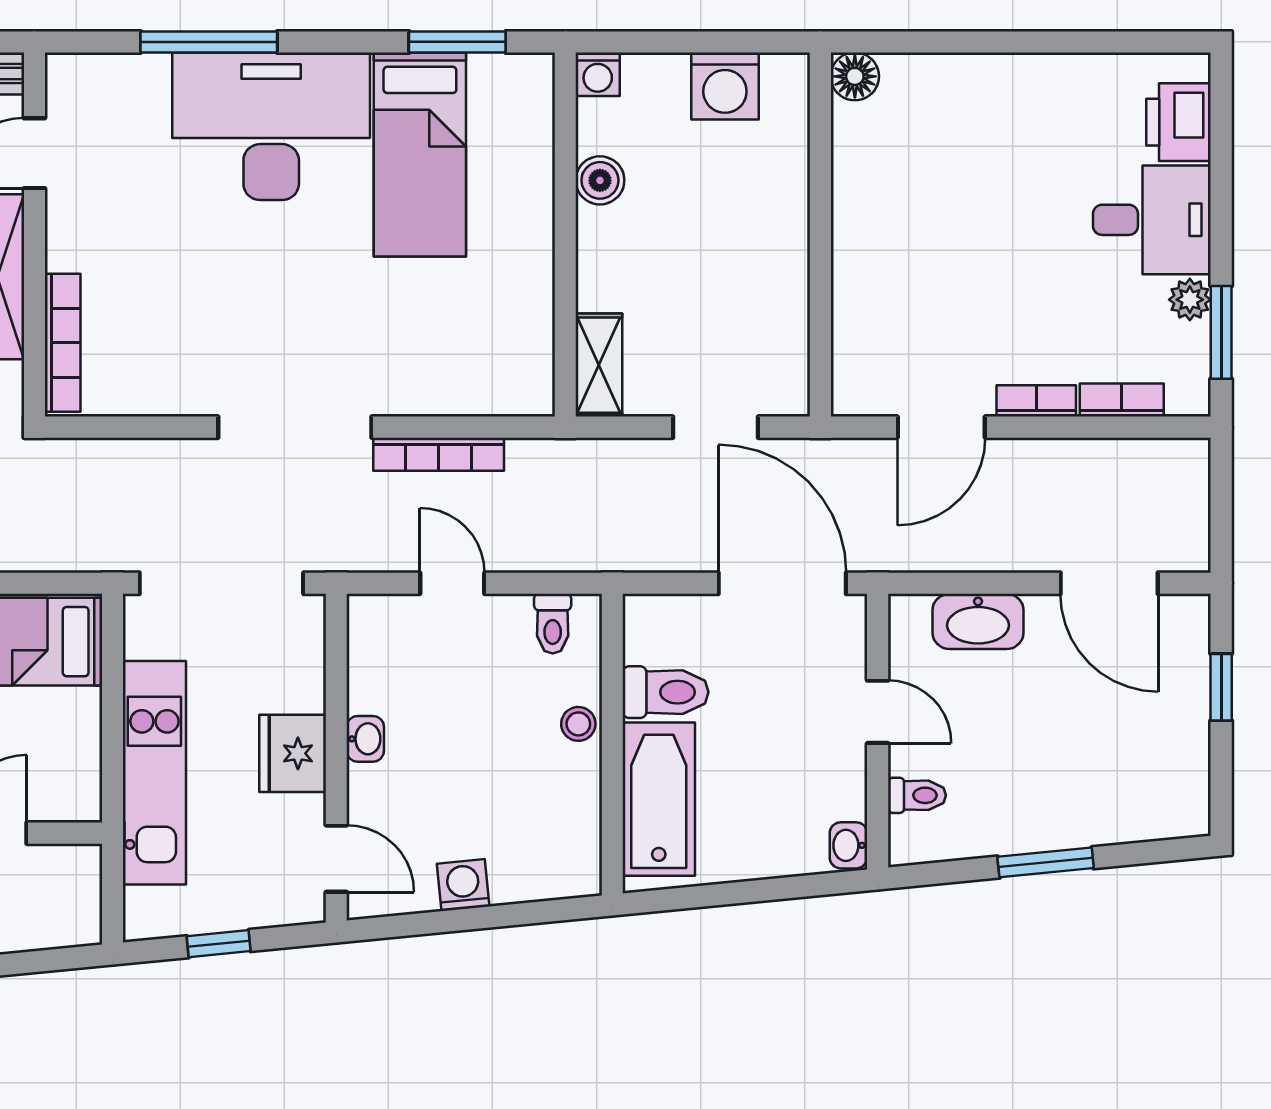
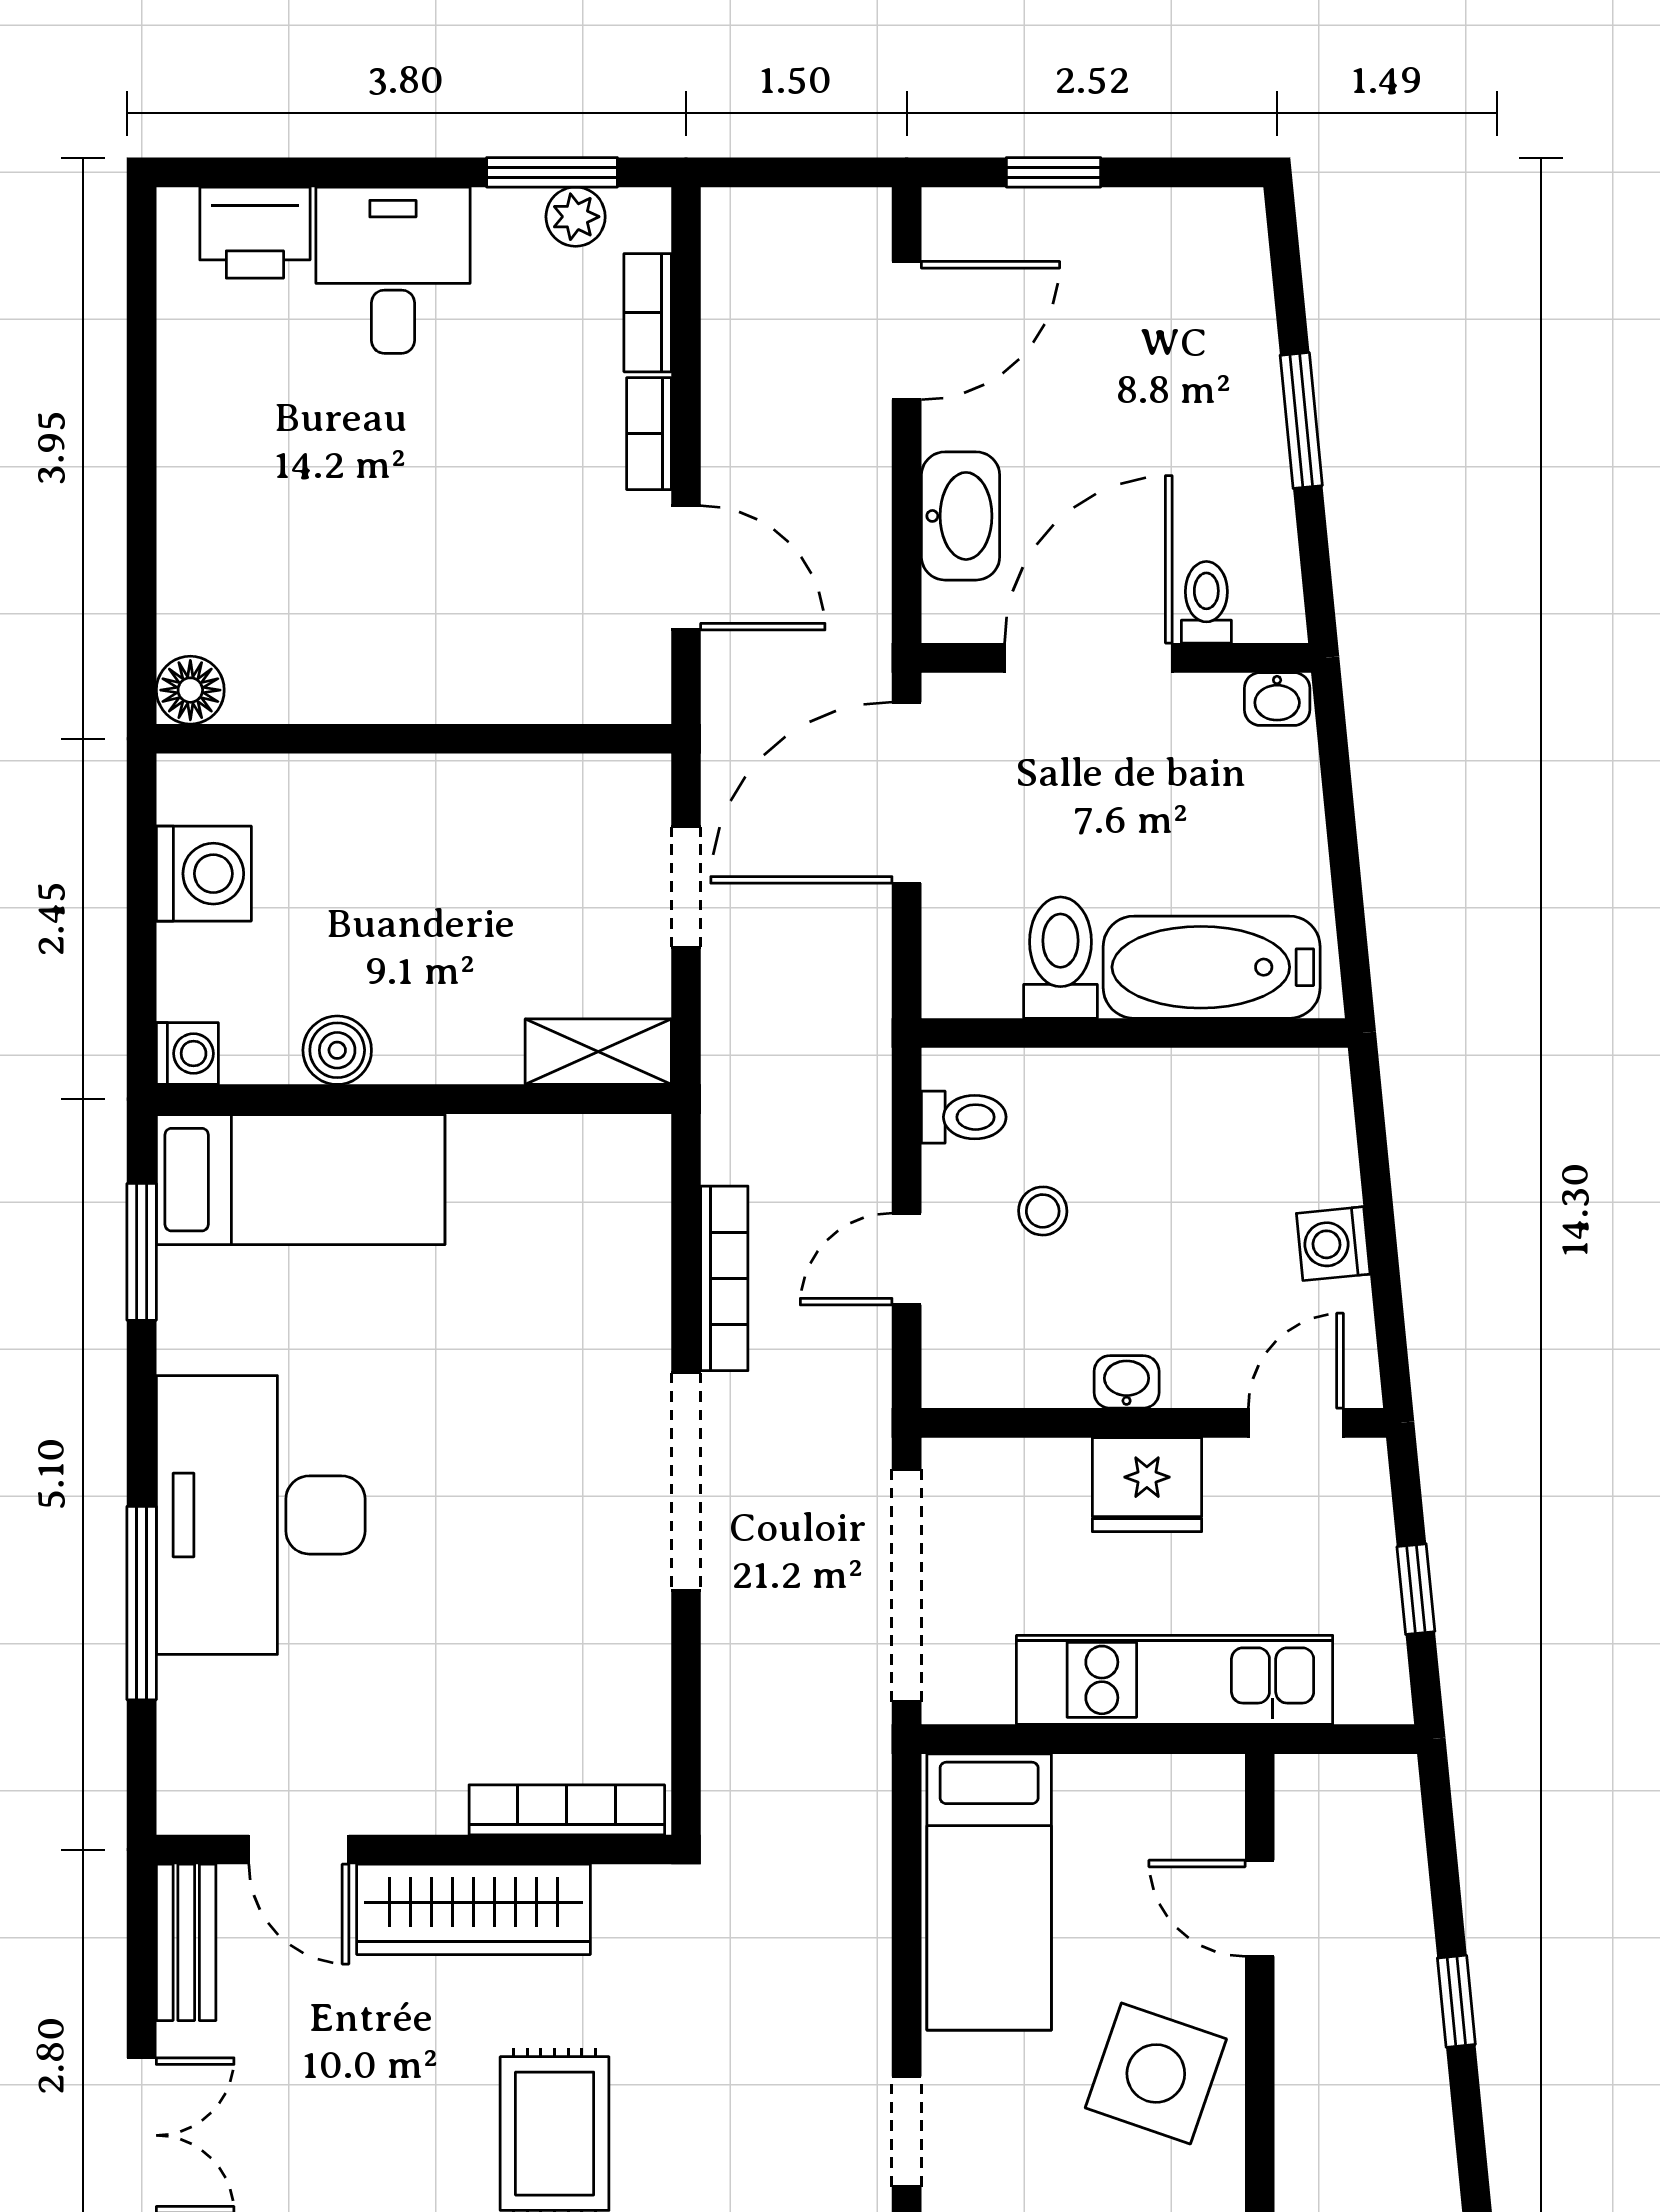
bed: (420, 154) -> (301, 1180), moved
plant: (1190, 300) -> (576, 217), moved
door: (878, 712) -> (1088, 658), width x1.87
stool: (578, 724) -> (1043, 1211), moved

